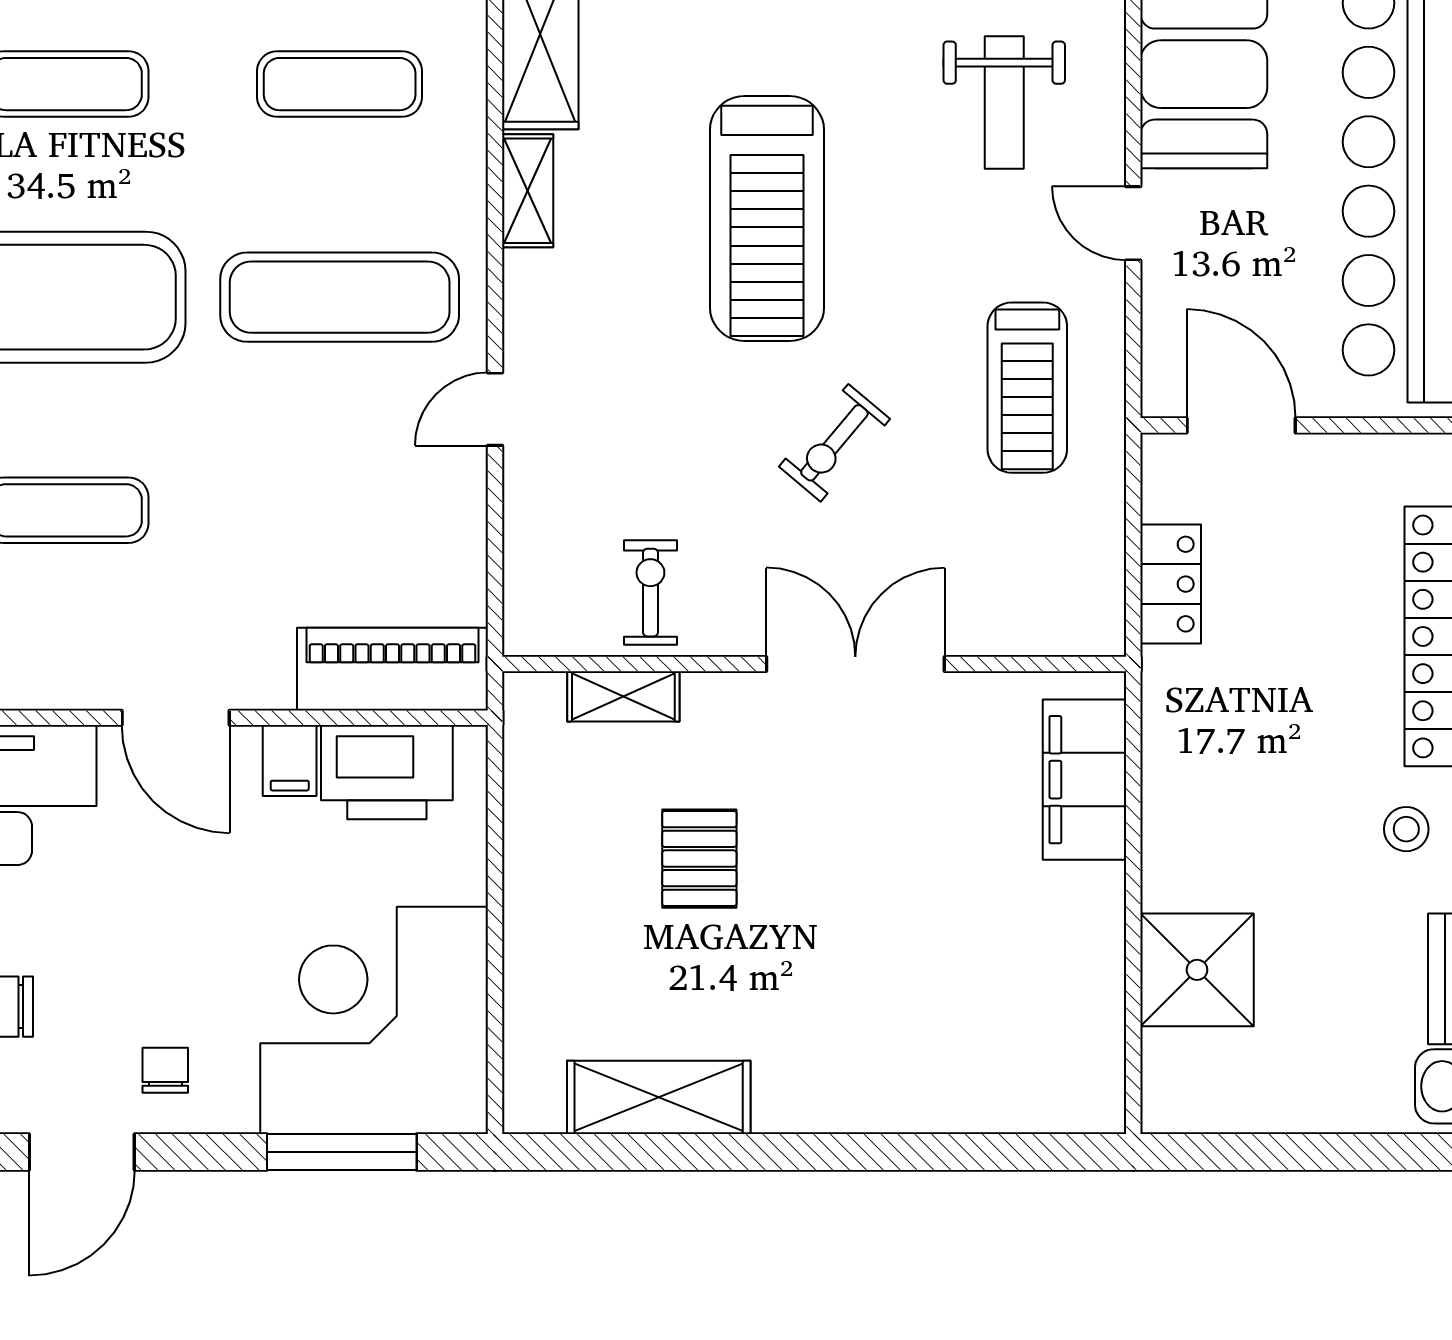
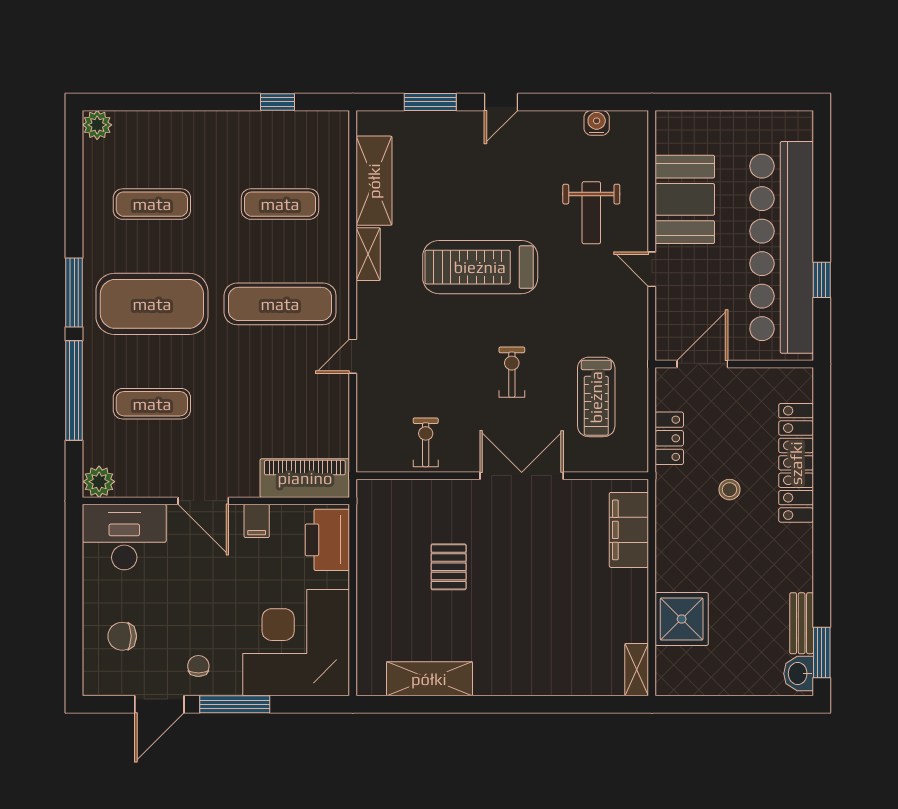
treadmill: (767, 219) -> (480, 267), turned 90
treadmill: (1027, 388) -> (596, 397), moved
door: (1241, 425) -> (702, 364), hinge flipped
exercise bike: (834, 443) -> (512, 372), turned 140
shelving: (623, 696) -> (637, 670), moved, turned 90
printer: (387, 772) -> (327, 540), moved, turned 90
stool: (1406, 829) -> (730, 490), moved
window: (342, 1152) -> (235, 704), moved

